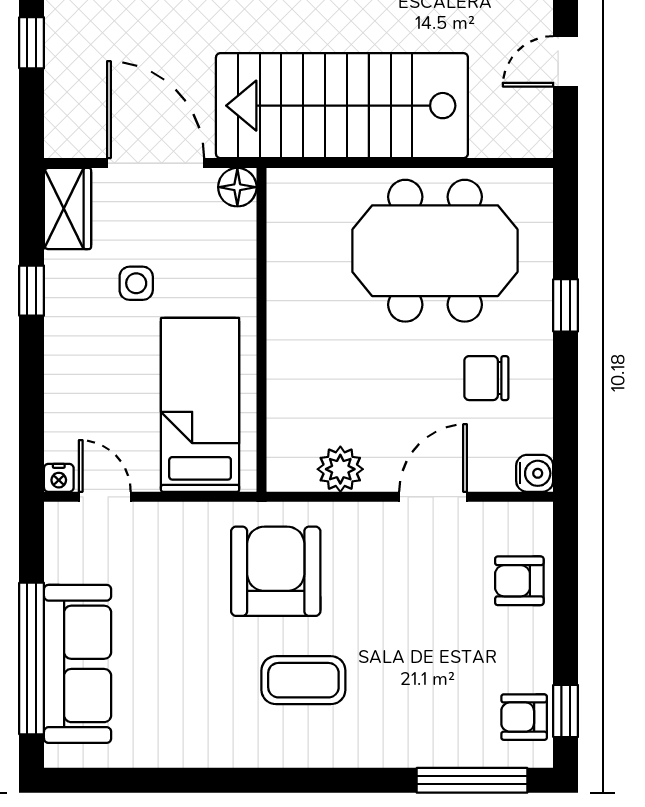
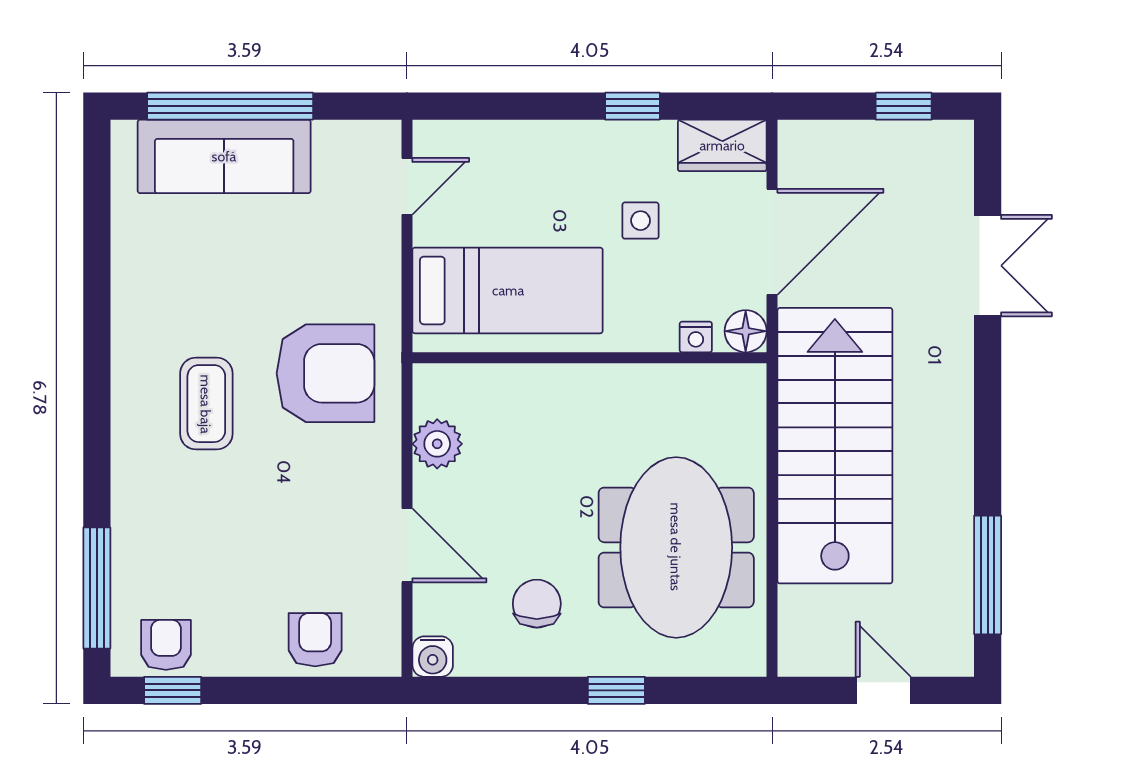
nightstand: (59, 478) -> (696, 337), moved, turned -90

